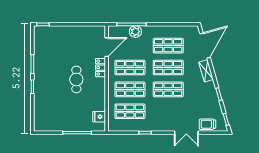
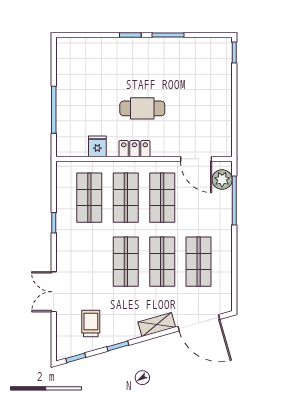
plant: (135, 32) -> (222, 180), moved
locker: (100, 68) -> (134, 149), moved
fridge: (99, 117) -> (97, 146), moved
trolley: (208, 124) -> (91, 323), moved

